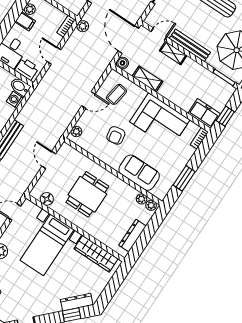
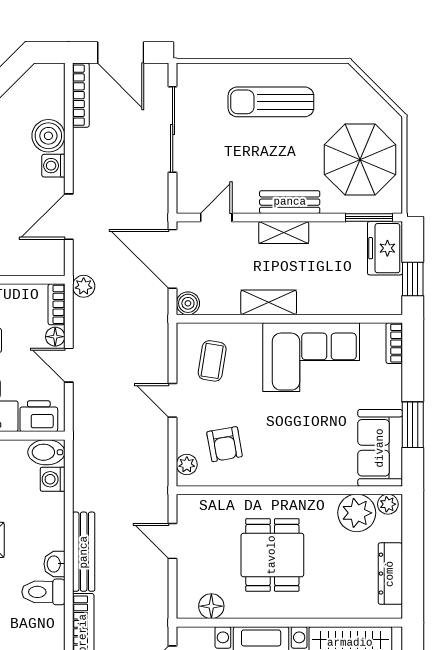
floor lamp: (56, 40) -> (55, 337), added
bench: (190, 45) -> (290, 202), width x0.73
shelving: (173, 53) -> (284, 233), moved
shelving: (147, 79) -> (269, 302), moved
door: (88, 100) -> (173, 400), swing flipped
freezer: (204, 113) -> (385, 248), moved, turned -90
armchair: (116, 135) -> (225, 444), moved
sofa: (139, 173) -> (380, 448), moved, turned -90
plant: (142, 199) -> (357, 513), width x1.87, depth x1.87

